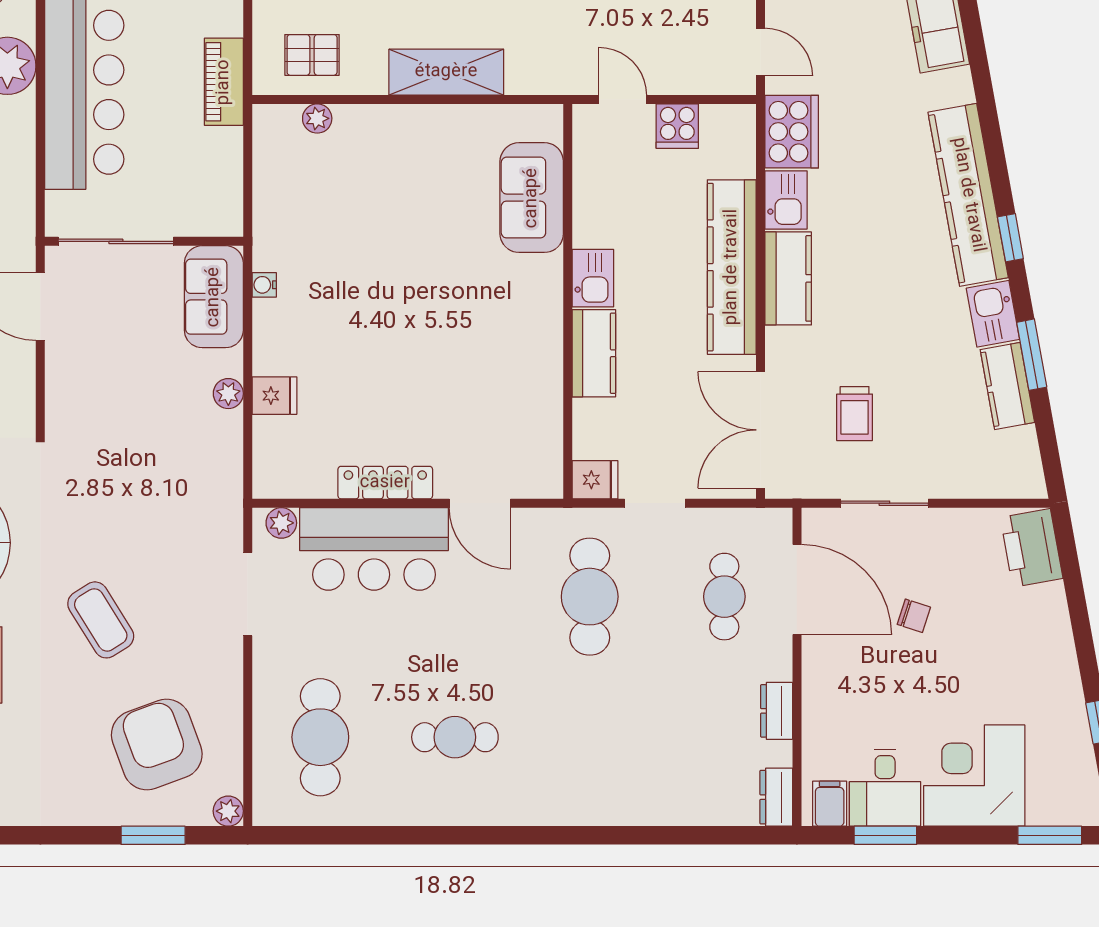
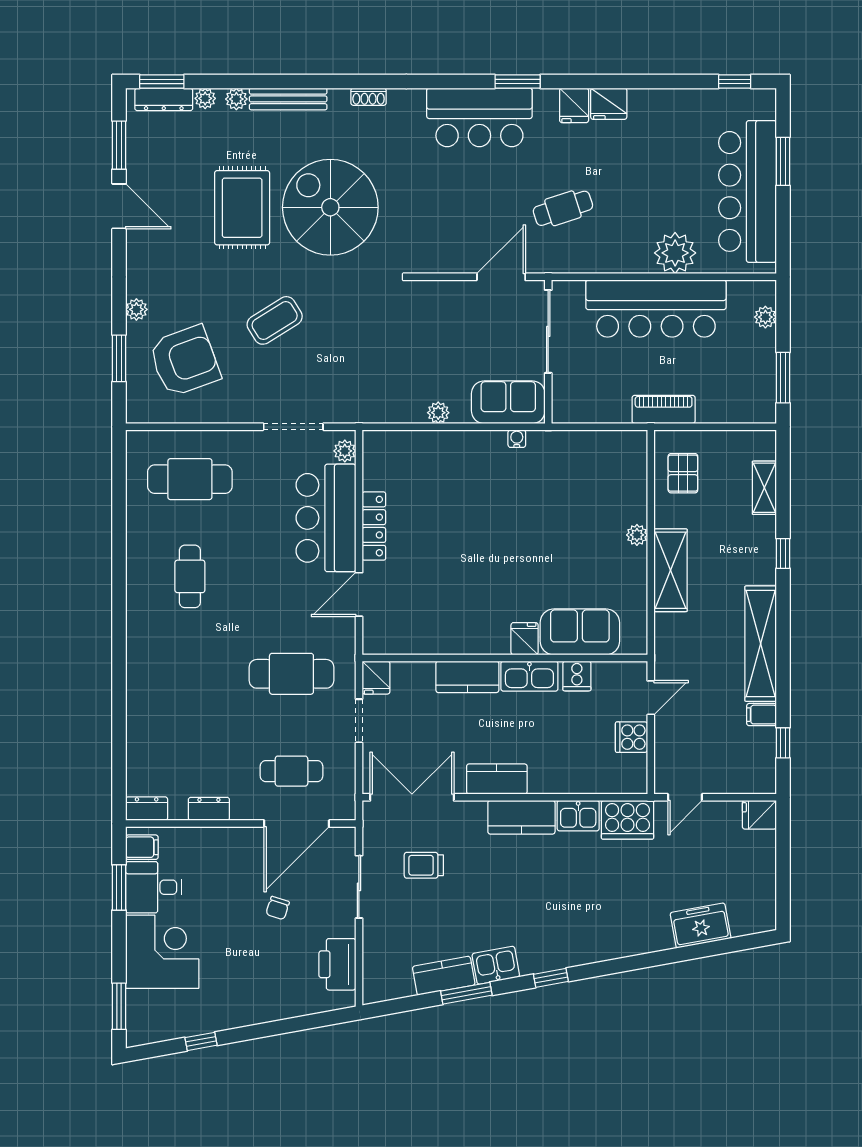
plant: (317, 118) -> (637, 535), moved
kitchen counter: (968, 195) -> (582, 947), removed
cooker: (593, 202) -> (577, 676), added
kitchen counter: (732, 267) -> (497, 779), width x0.48, depth x0.86
kitchen sink: (593, 278) -> (529, 676), width x1.38
fridge: (274, 396) -> (525, 639), moved, turned 180
printer: (1032, 548) -> (337, 964), moved, turned -80
plant: (228, 811) -> (136, 309), moved

